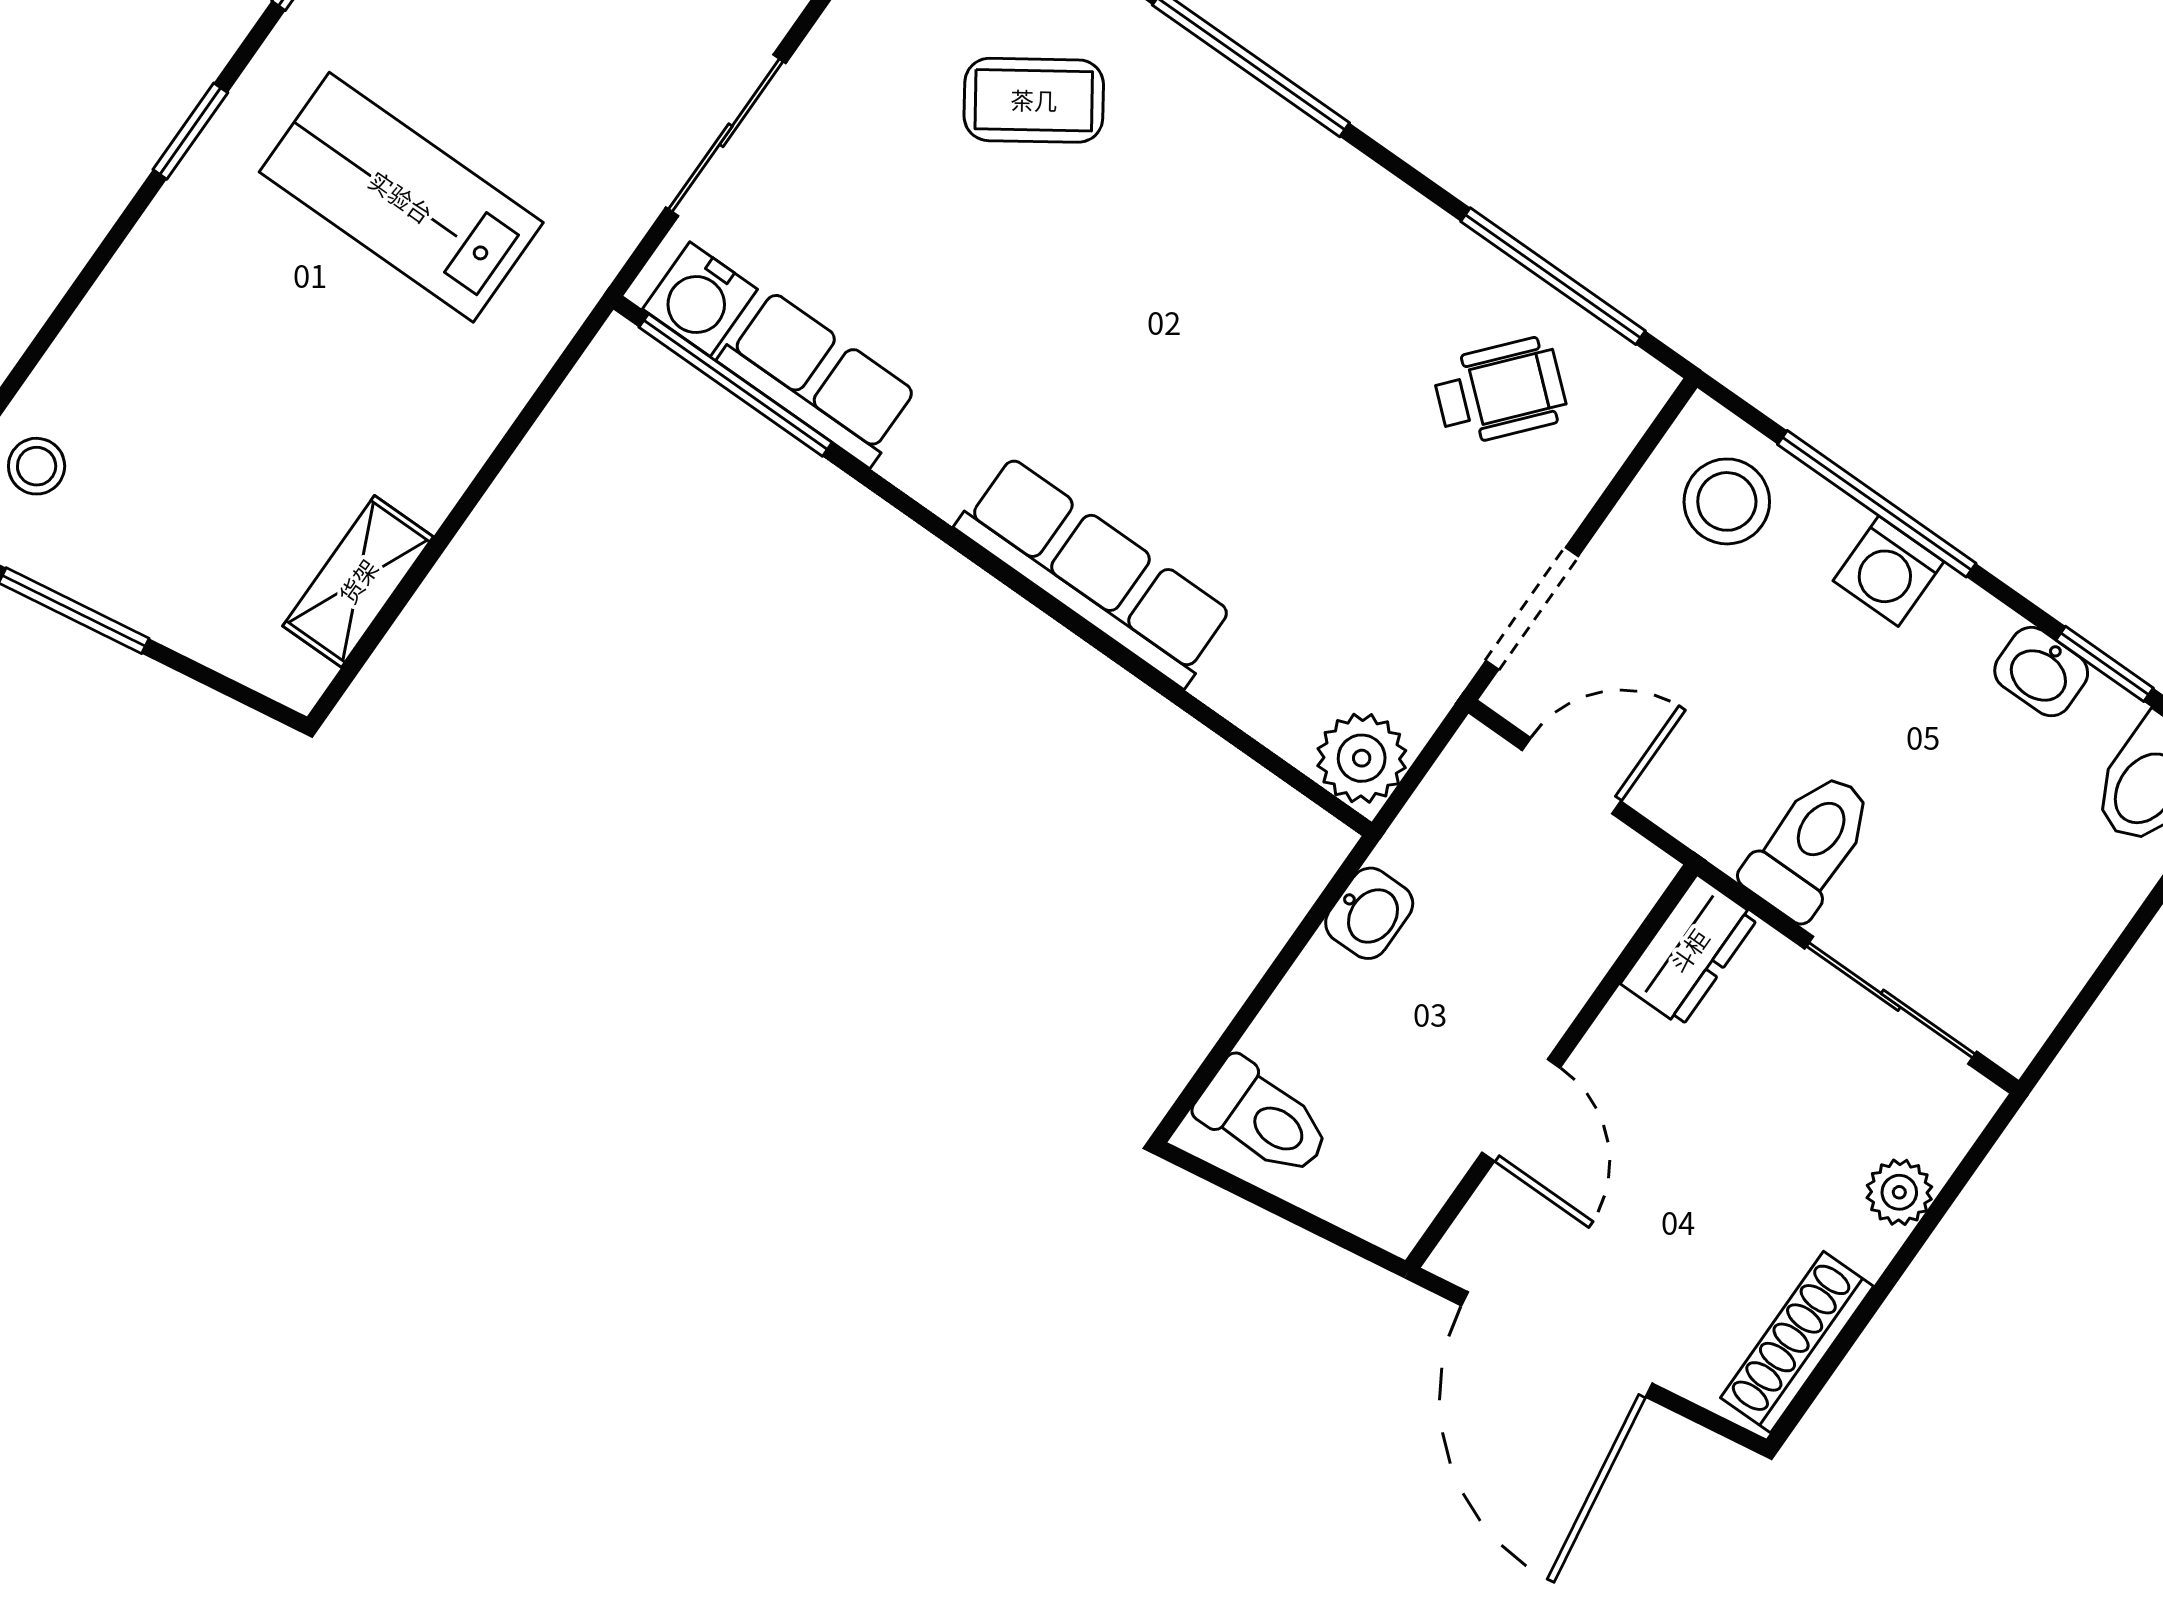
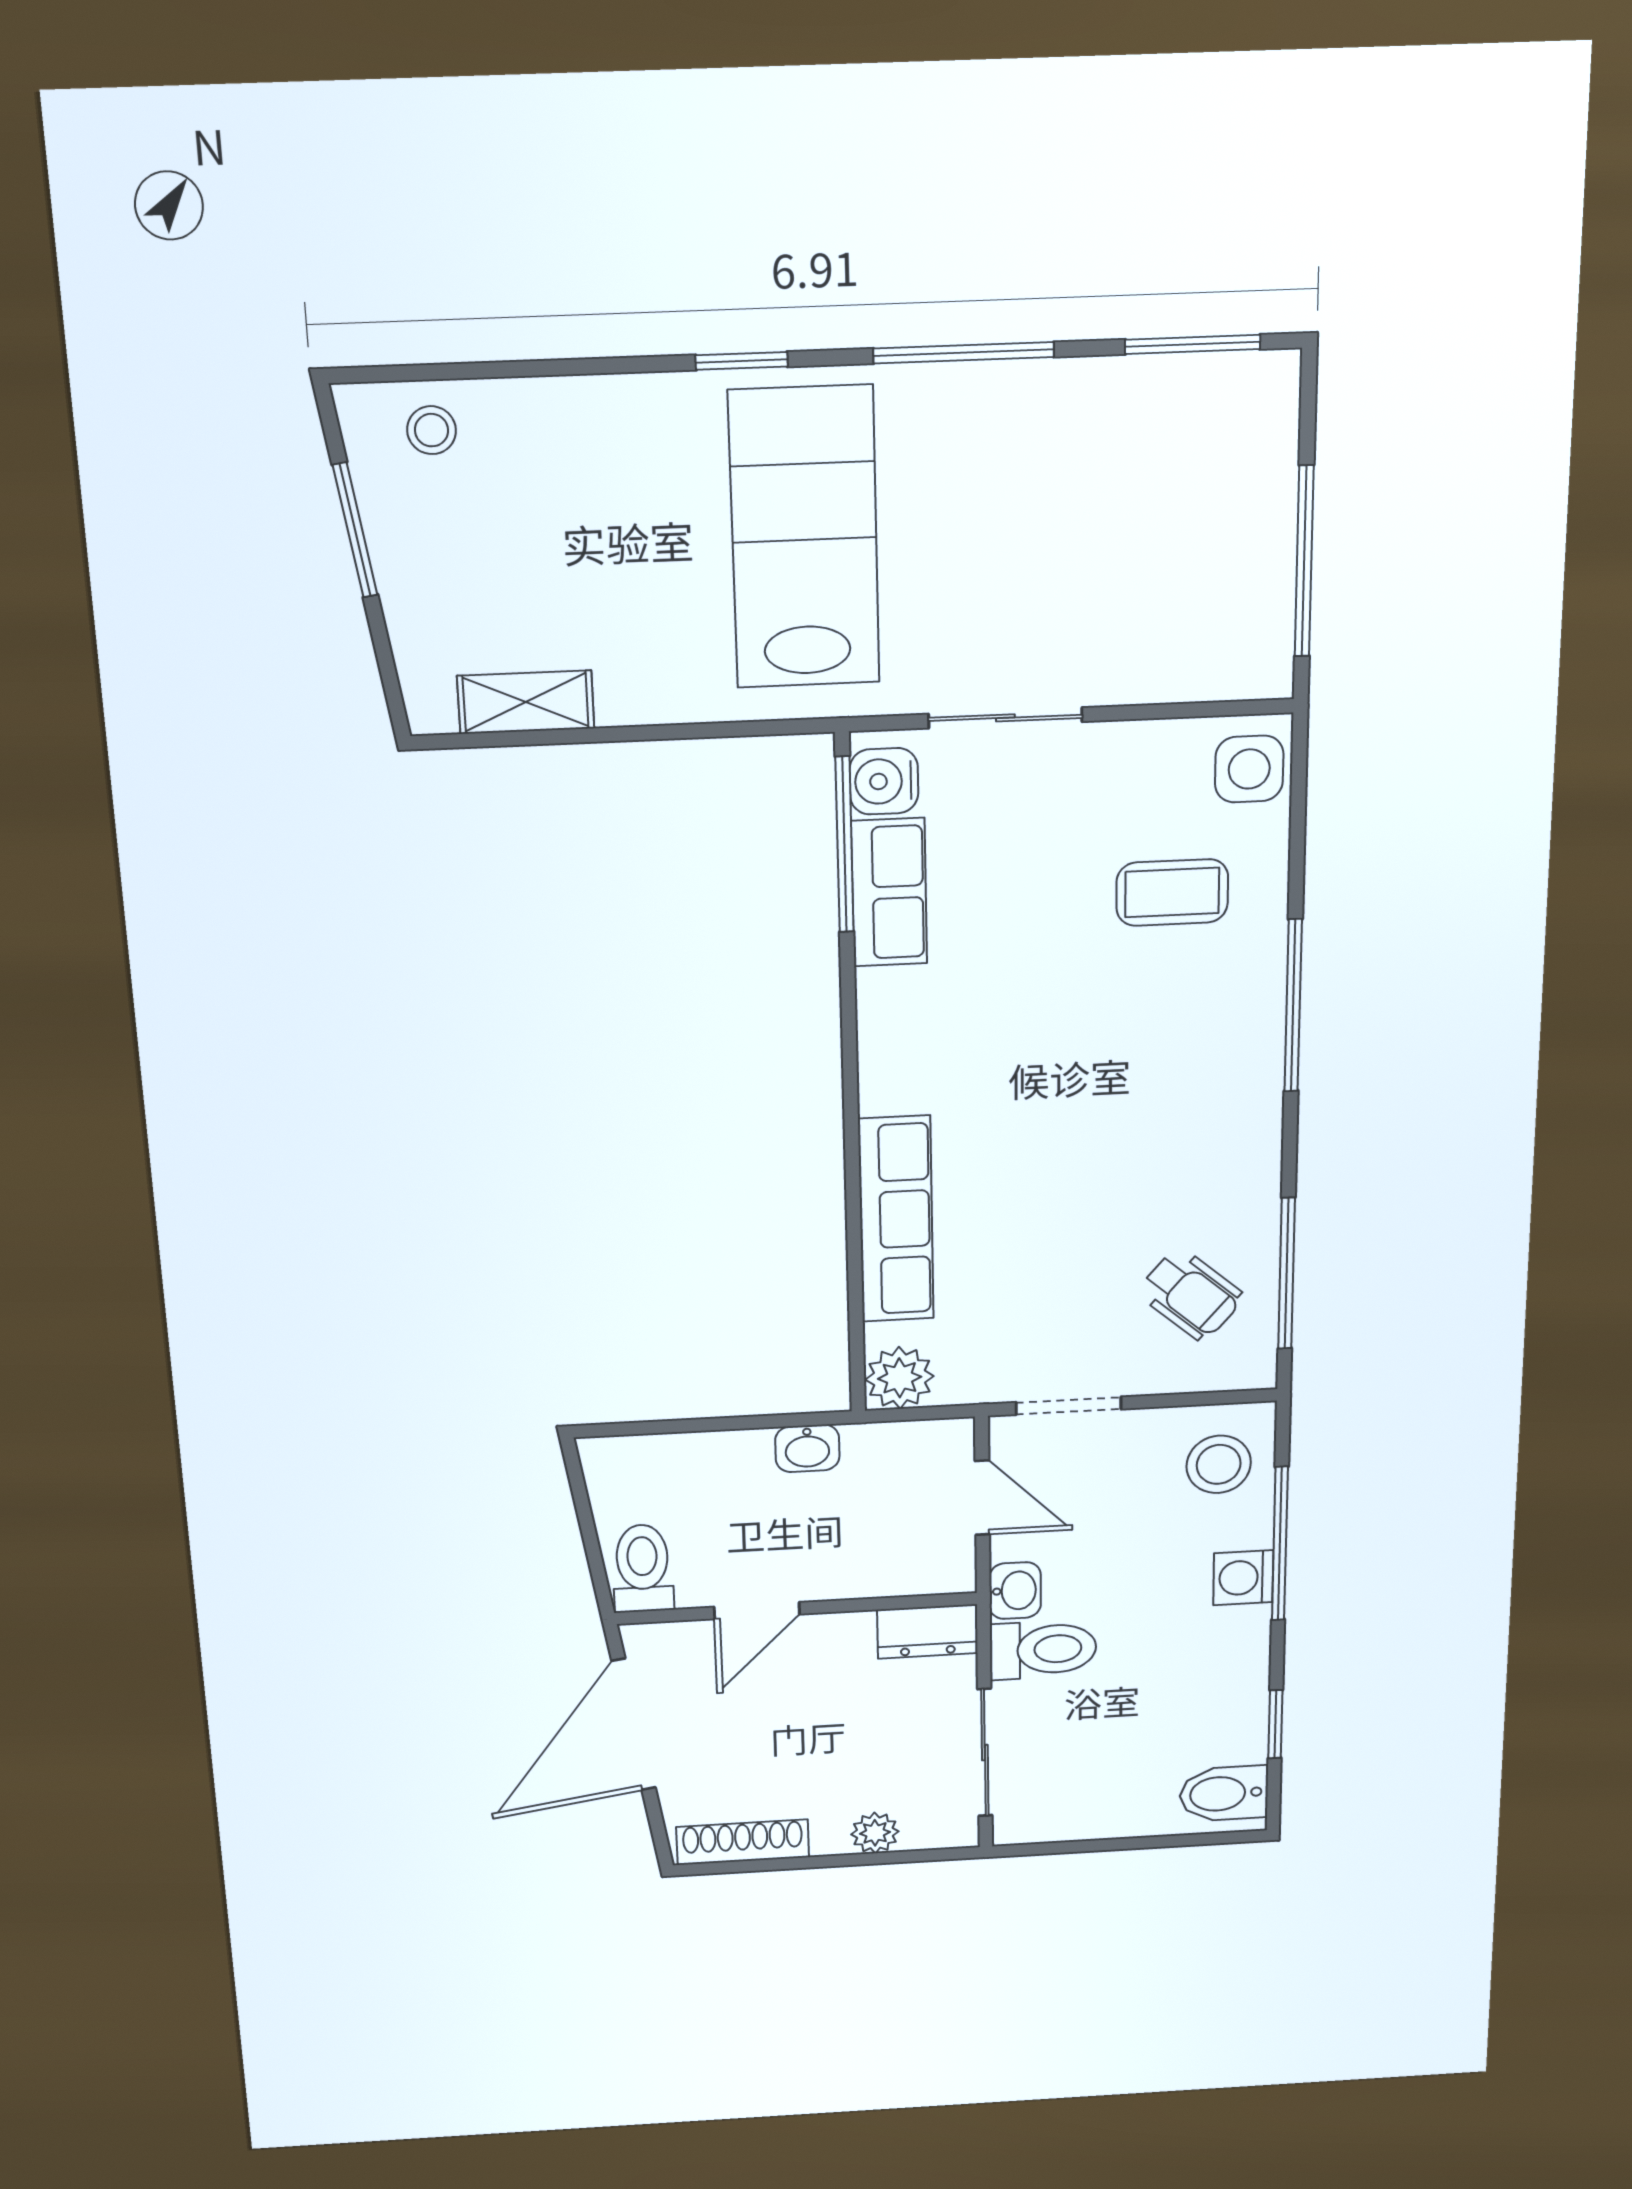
coffee table: (1034, 100) -> (1172, 892), turned -56
lab bench: (401, 197) -> (804, 538), width x1.36, depth x1.39
row of seats: (1095, 571) -> (896, 1219), moved
washbasin: (2041, 672) -> (1015, 1591), moved, turned 180
toilet: (1263, 1118) -> (643, 1568), moved, turned 180

